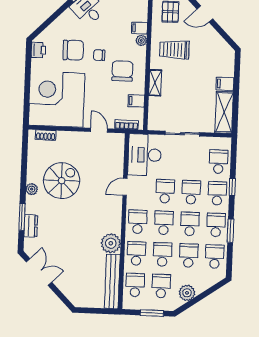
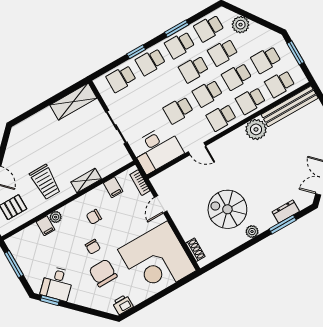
chair: (122, 71) -> (94, 217), width x0.54, depth x0.54
filing cabinet: (225, 84) -> (47, 117), removed
school desk: (191, 192) -> (164, 86), removed
plant: (187, 293) -> (241, 25), moved

